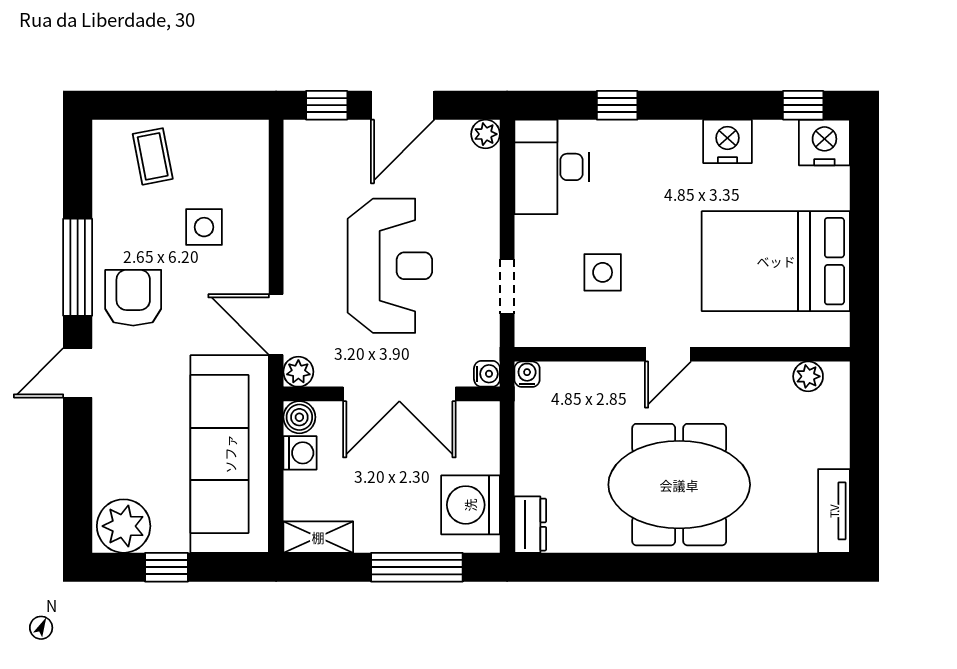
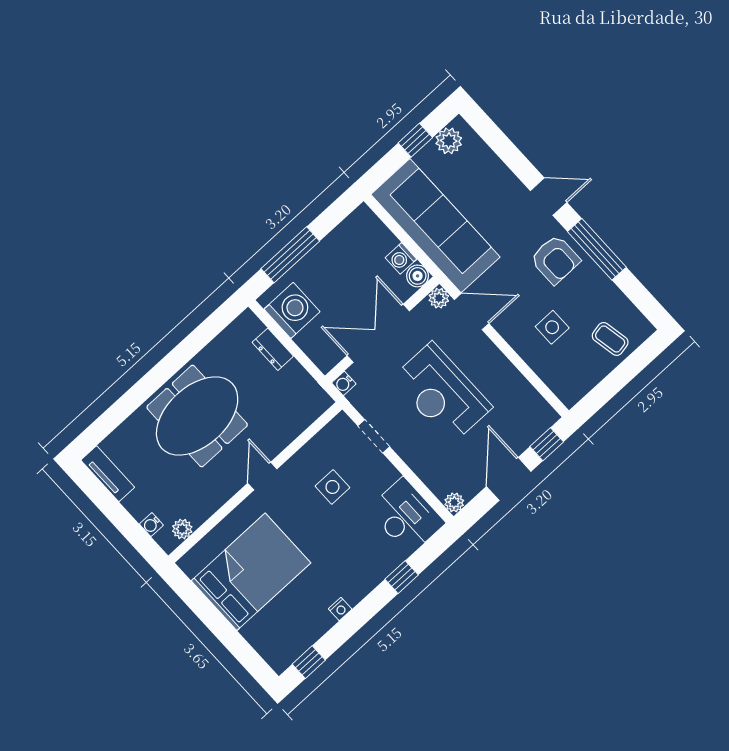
nightstand: (727, 141) -> (340, 609), width x0.53, depth x0.56
nightstand: (824, 143) -> (281, 653), removed
door: (78, 373) -> (549, 197), hinge flipped
water cooler: (527, 374) -> (151, 525), moved, turned 90
dresser: (530, 525) -> (273, 349), moved
plant: (124, 526) -> (449, 141), width x0.73, depth x0.73
shelving: (318, 537) -> (353, 225), removed

